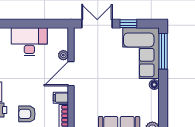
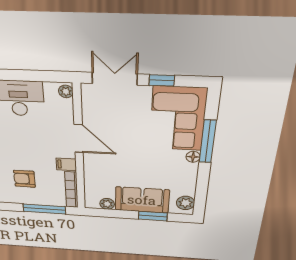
window: (163, 51) -> (208, 142), moved
plant: (63, 55) -> (66, 91), moved
door: (71, 74) -> (79, 139), swing flipped

